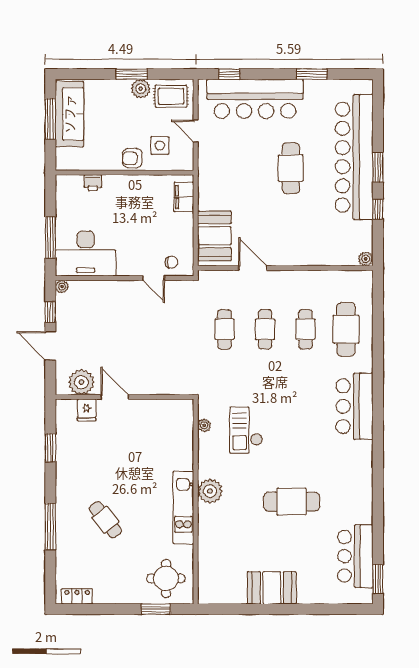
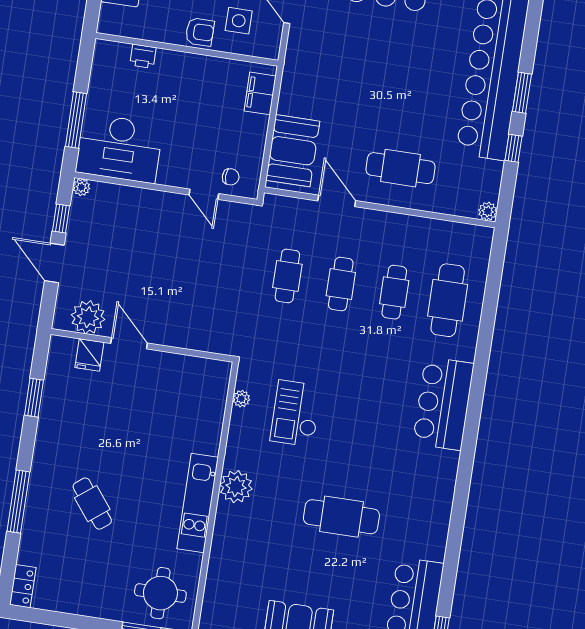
armchair: (132, 158) -> (200, 32), turned 180
cafe table: (291, 168) -> (400, 168), moved, turned 90
locker: (77, 596) -> (23, 586), moved, turned 90

